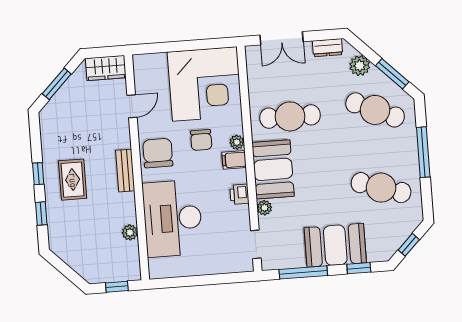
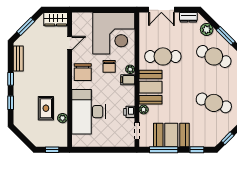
chair: (158, 153) -> (83, 72), turned 180
bench: (125, 171) -> (18, 58), moved
rug: (73, 180) -> (46, 108), moved
printer: (239, 194) -> (129, 112), moved
booth: (335, 245) -> (171, 135), moved

